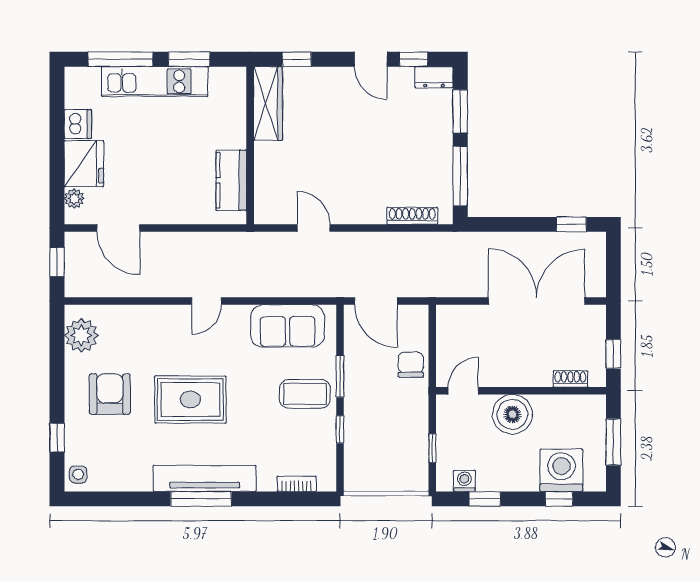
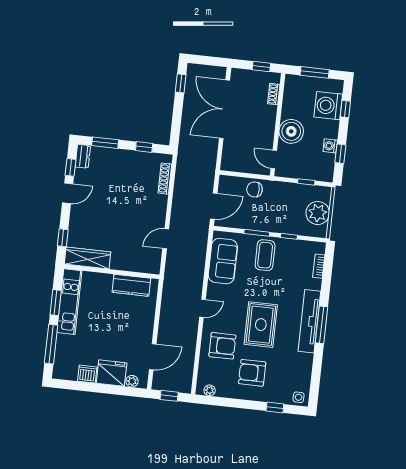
kitchen unit: (155, 81) -> (69, 302), moved
window: (460, 176) -> (144, 147), width x0.46
door: (207, 301) -> (202, 308), hinge flipped
plant: (81, 335) -> (210, 390), width x0.53, depth x0.53
armchair: (149, 340) -> (222, 346), added
plant: (383, 472) -> (318, 213), added
washing machine: (464, 481) -> (330, 146), moved

